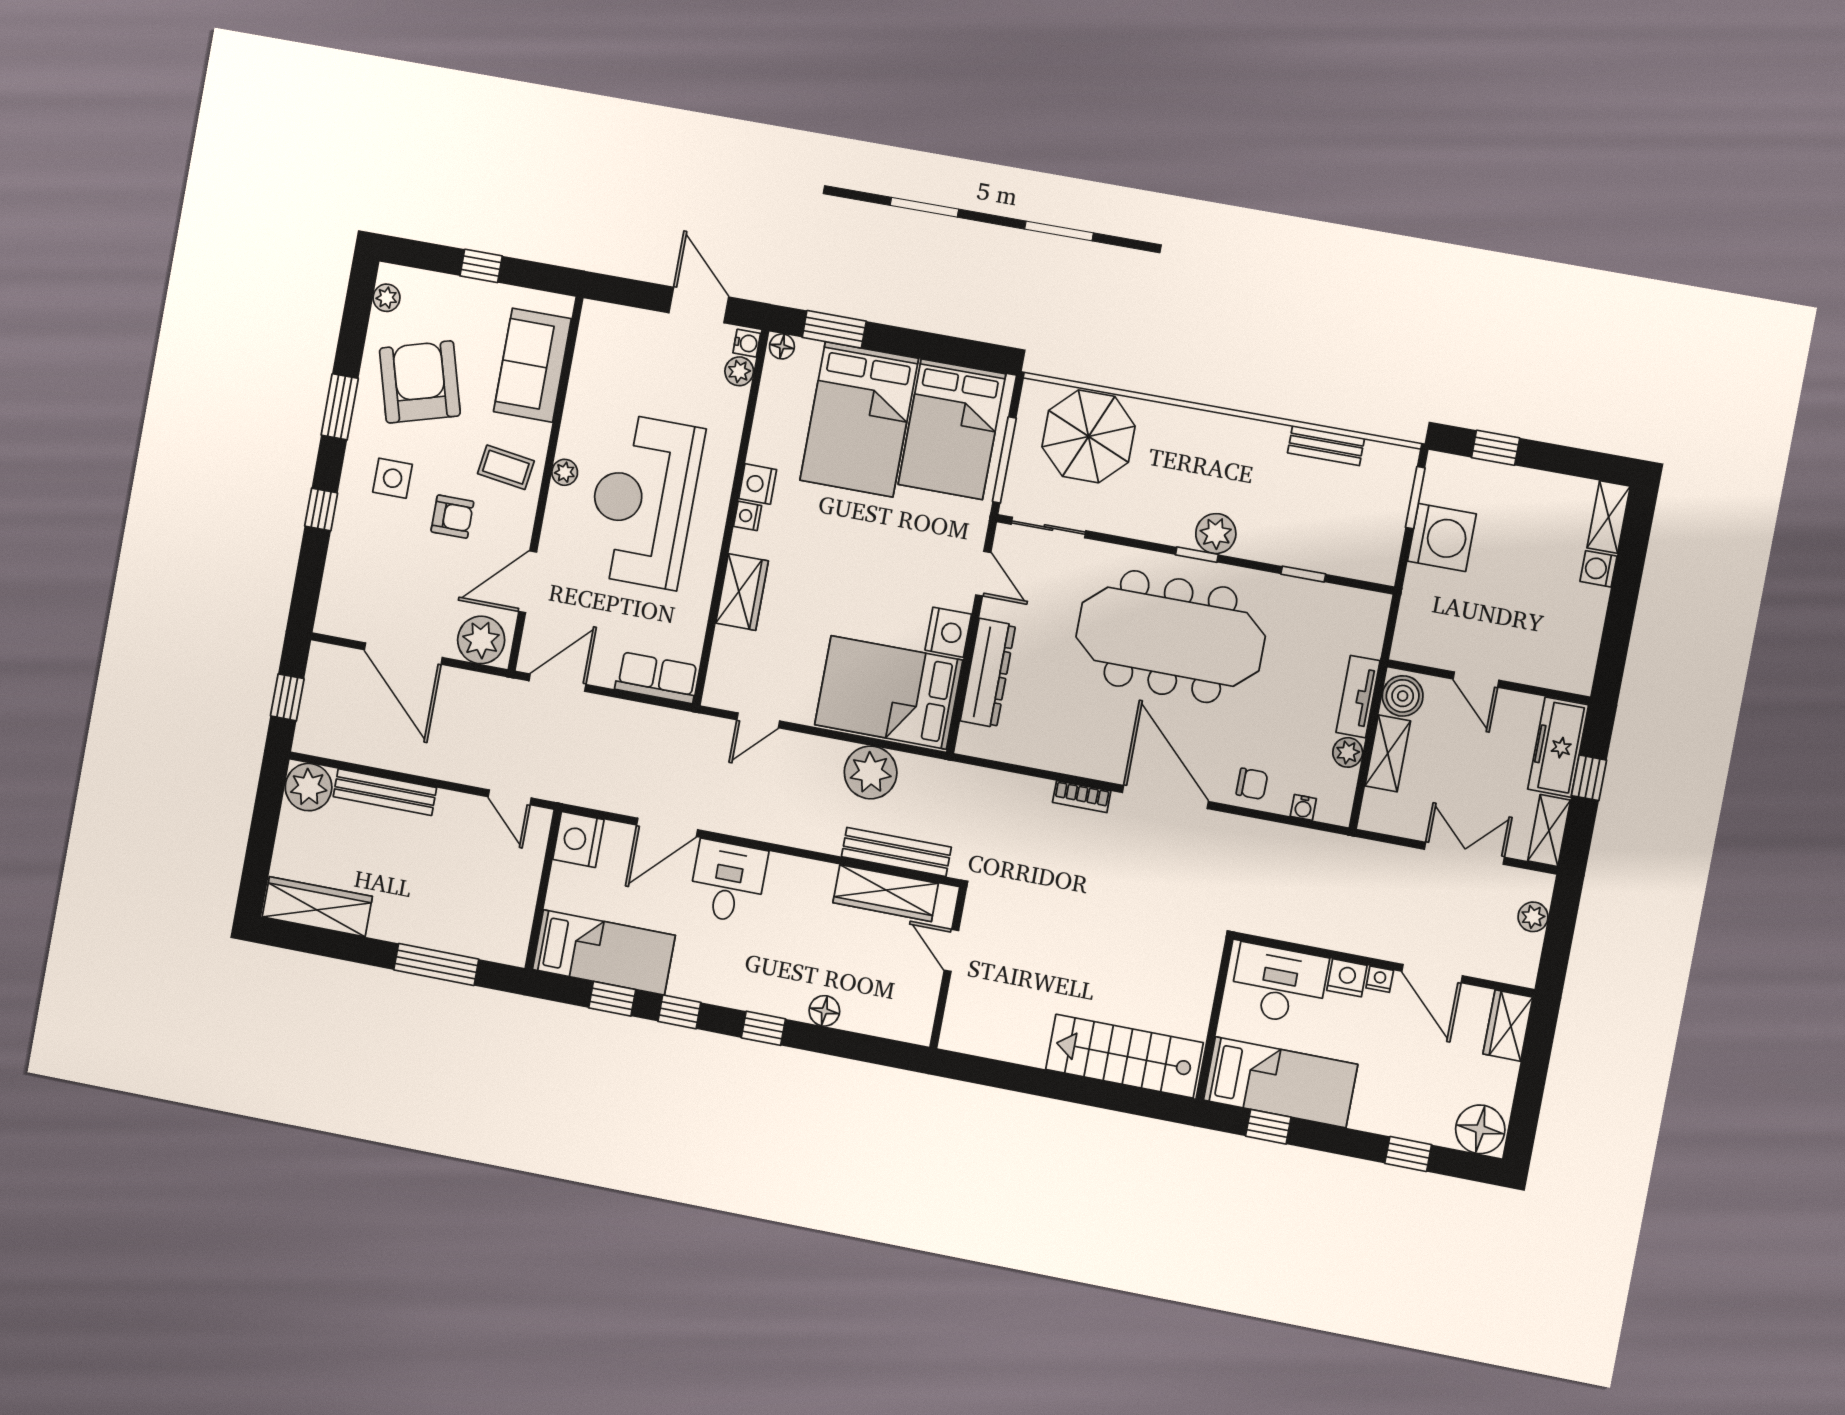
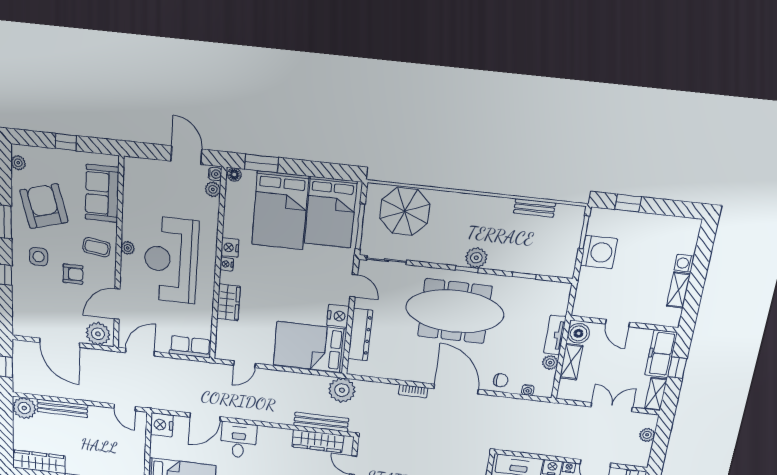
shelving: (1609, 517) -> (678, 290), moved
plant: (871, 772) -> (342, 390), moved

